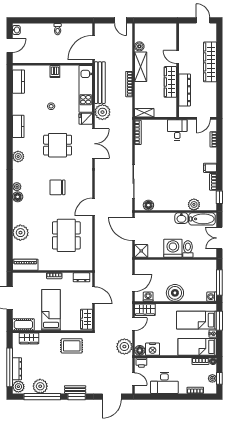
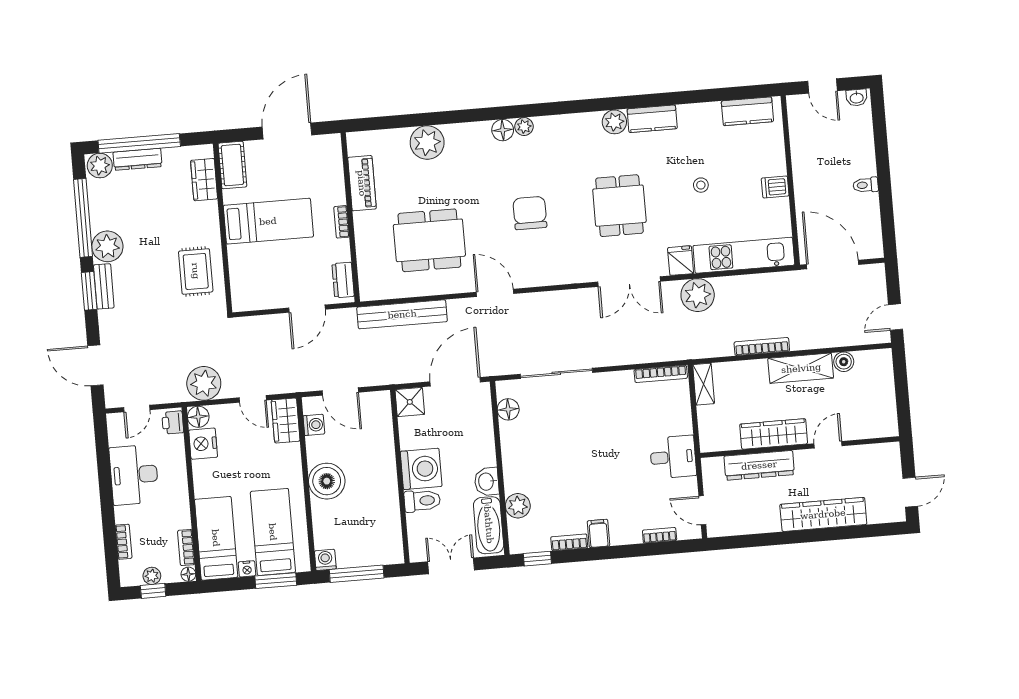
bench: (100, 83) -> (402, 314), moved
plant: (18, 156) -> (614, 122), moved
piano: (25, 265) -> (362, 183), moved
wardrobe: (86, 319) -> (255, 298), removed
plant: (40, 386) -> (107, 246), moved

